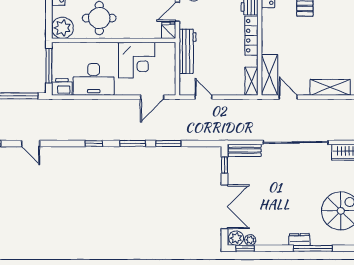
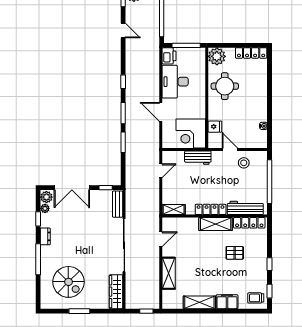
fridge: (169, 30) -> (215, 127), moved
workbench: (188, 51) -> (198, 158), width x0.73
corner desk: (137, 60) -> (191, 134), moved
shelving: (269, 75) -> (216, 224), moved
door: (152, 97) -> (161, 112), moved
door: (31, 143) -> (123, 31), swing flipped
dresser: (299, 240) -> (45, 236), moved
window: (245, 248) -> (38, 219), moved

